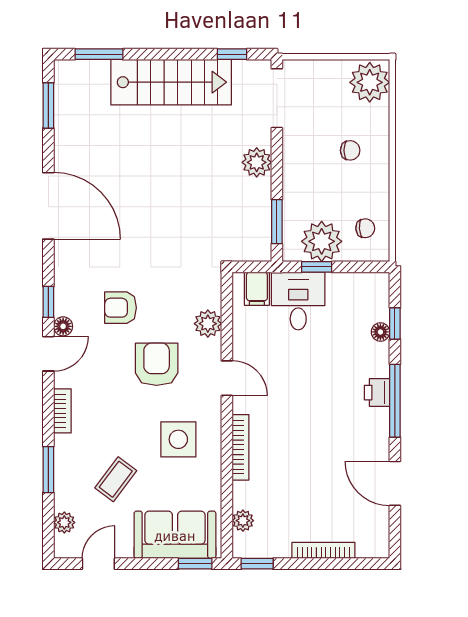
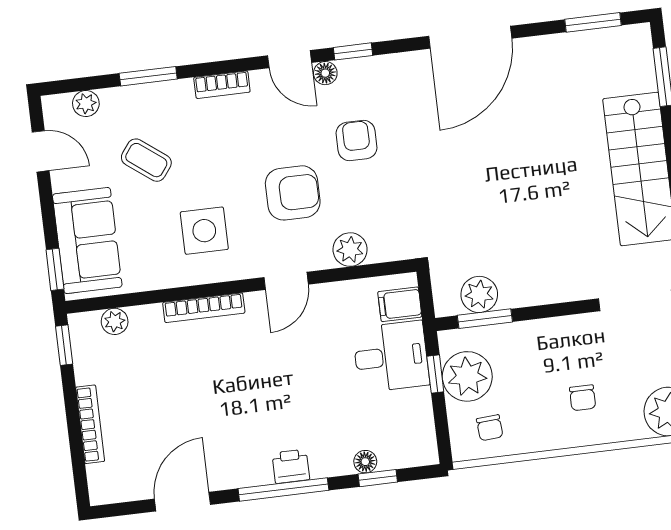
plant: (257, 162) -> (479, 294), moved

